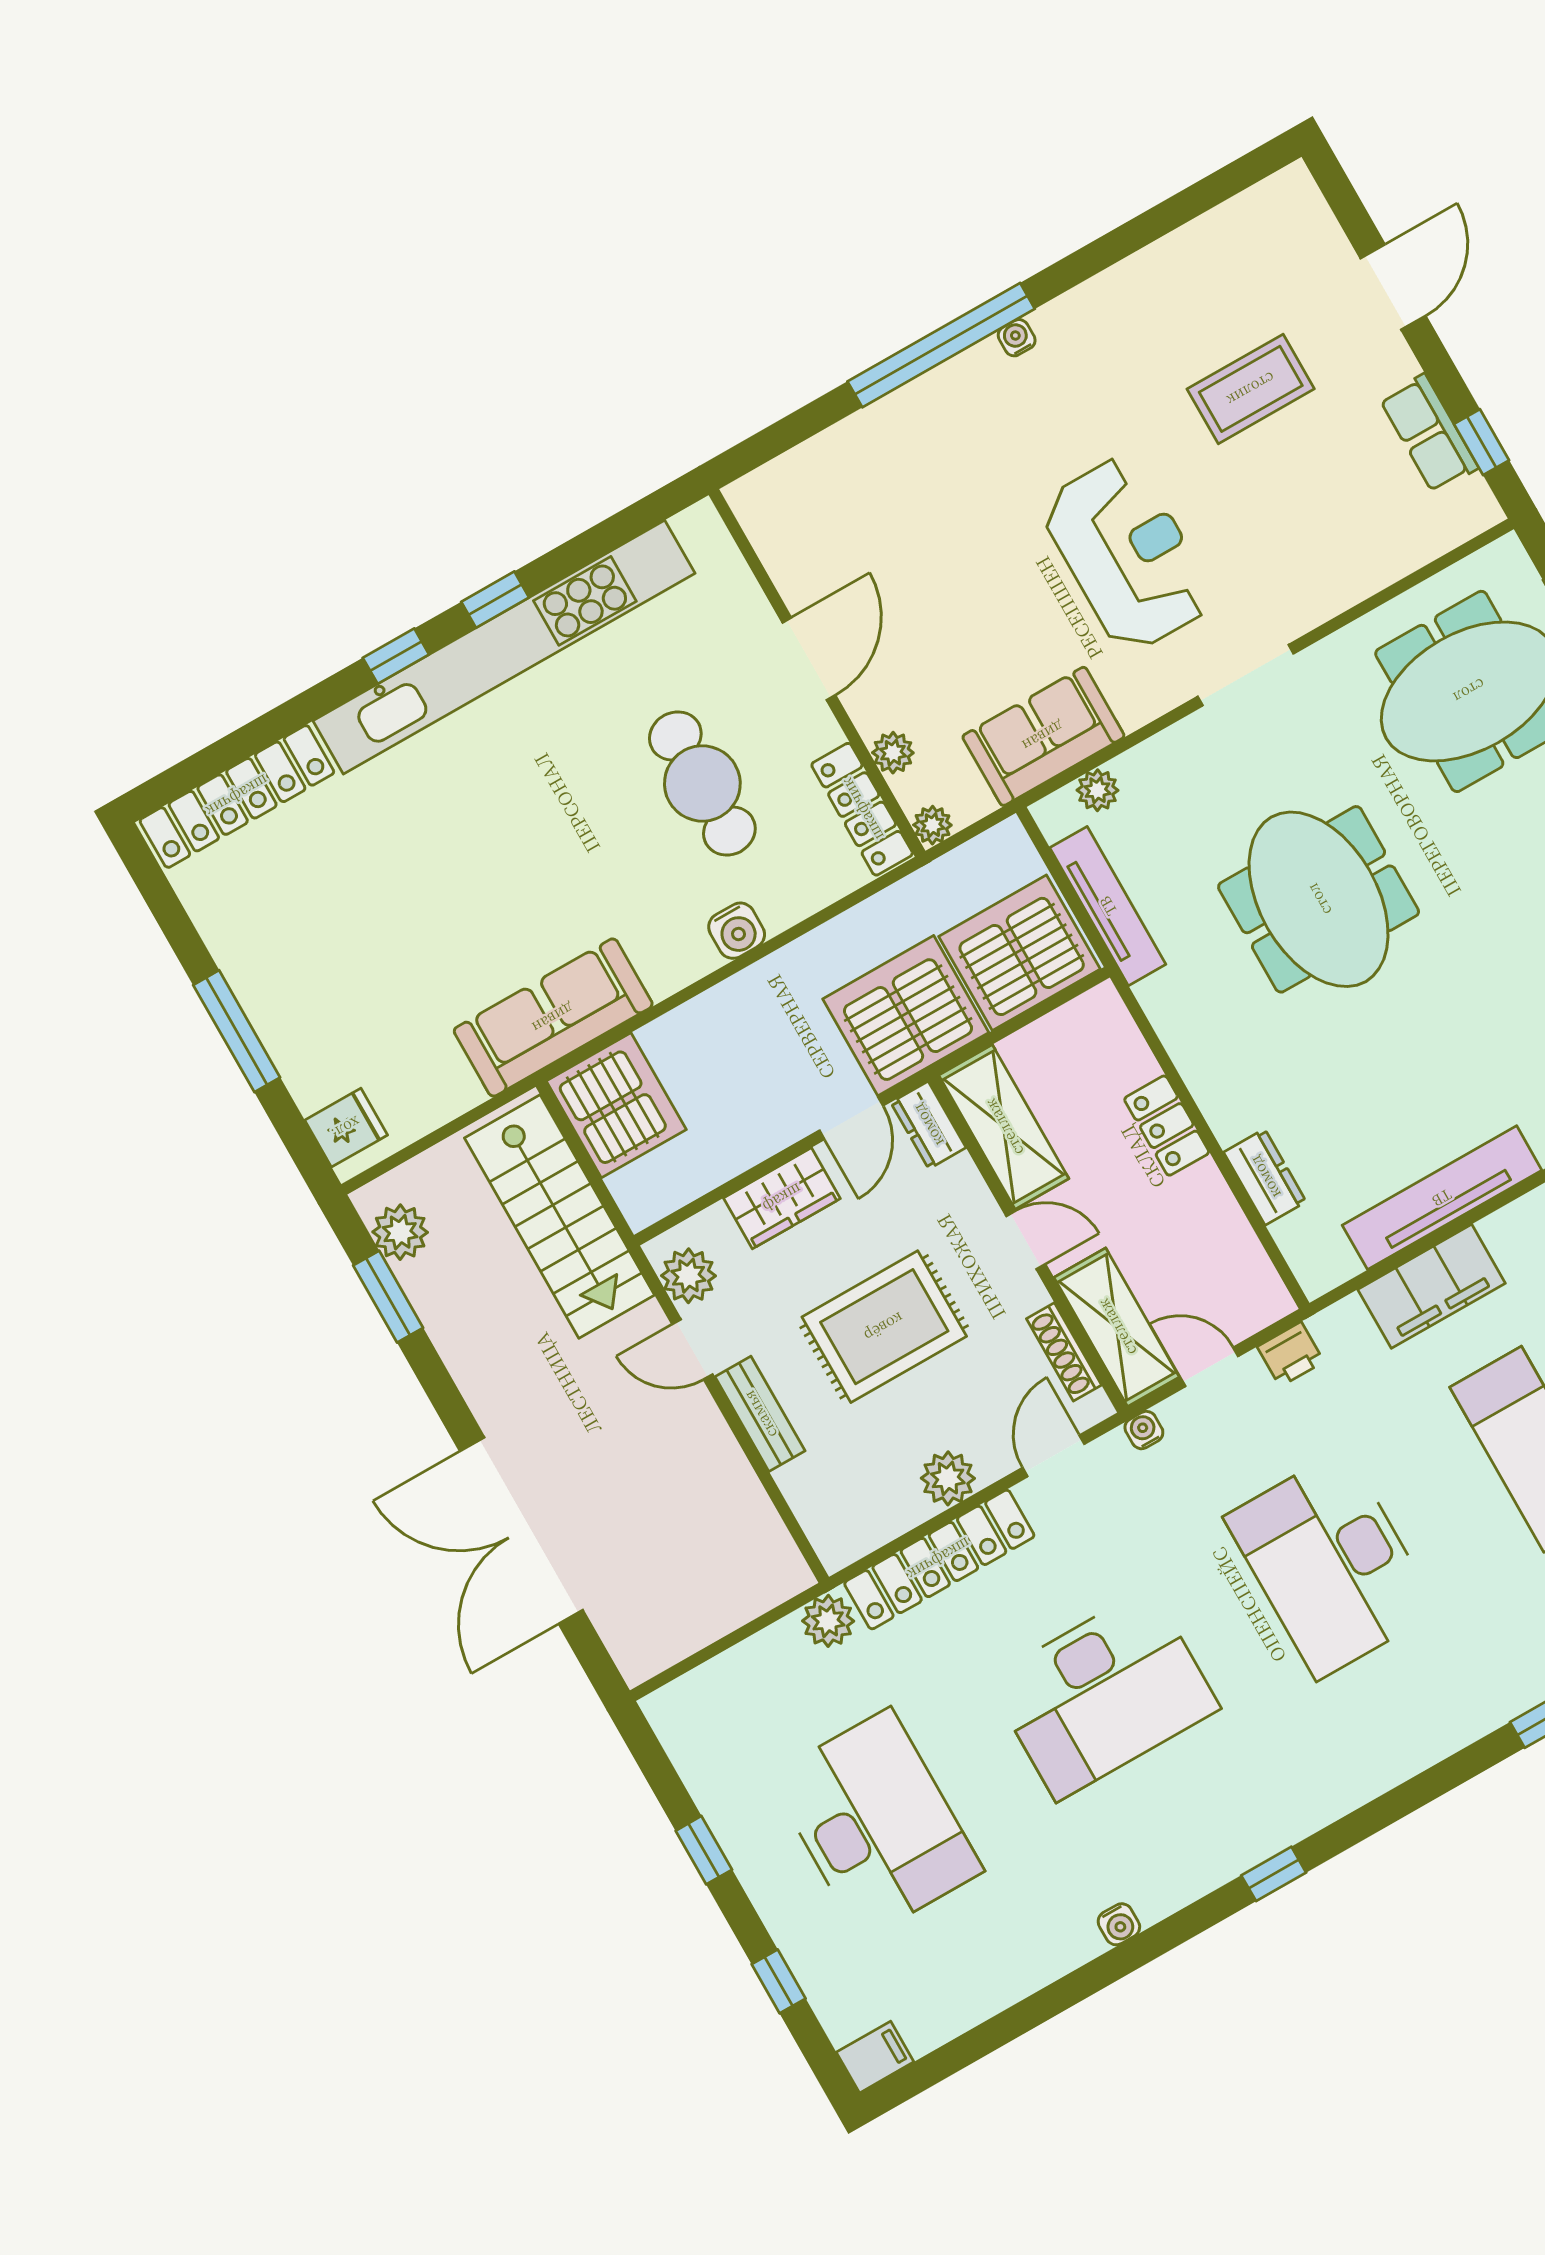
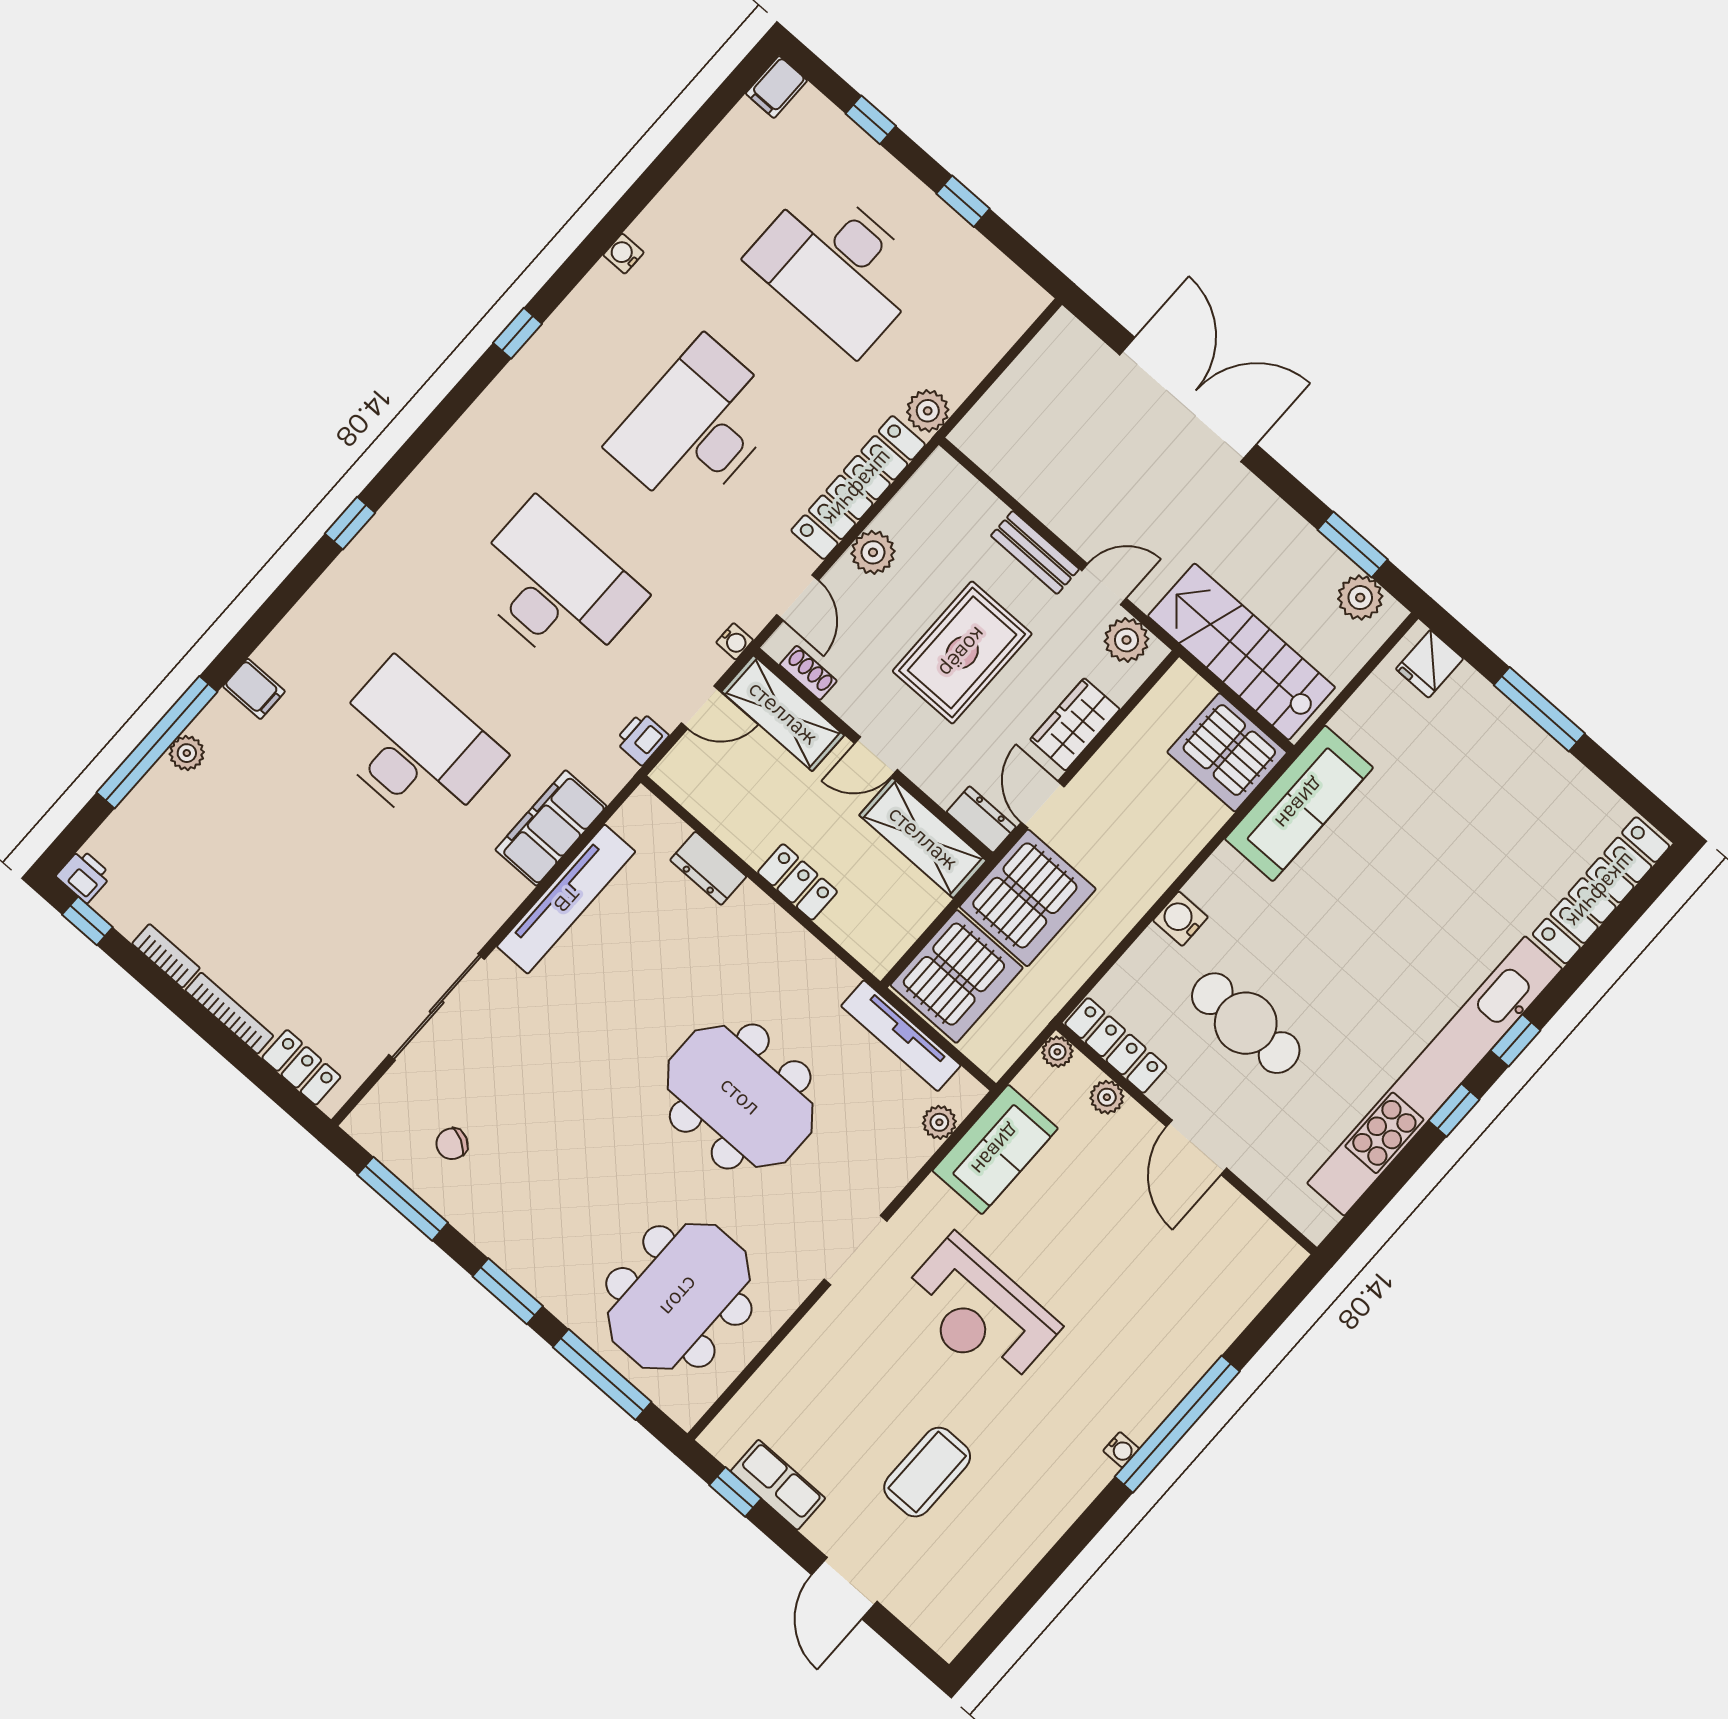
shoe rack: (1064, 1352) -> (808, 673), width x0.70

